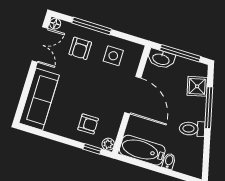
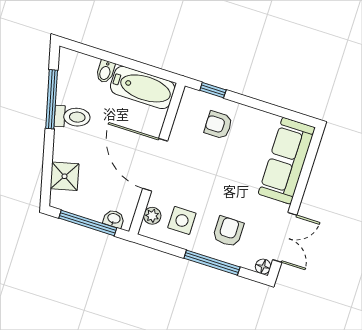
double door: (40, 45) -> (285, 237), swing flipped
washbasin: (161, 59) -> (114, 219), width x0.52, depth x0.69
window: (209, 108) -> (52, 99), moved
plant: (108, 144) -> (152, 216), moved

